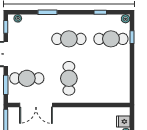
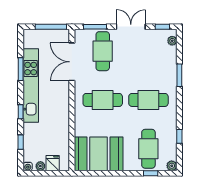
cafe table: (69, 39) -> (148, 100), turned 90
booth: (115, 82) -> (99, 154), added

